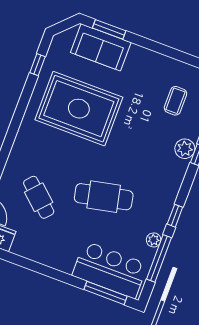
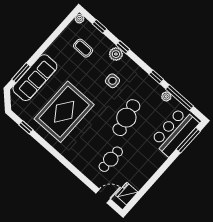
sofa: (101, 47) -> (35, 78), width x1.36
side table: (147, 158) -> (112, 81), added
cafe table: (39, 197) -> (111, 159), turned -42

